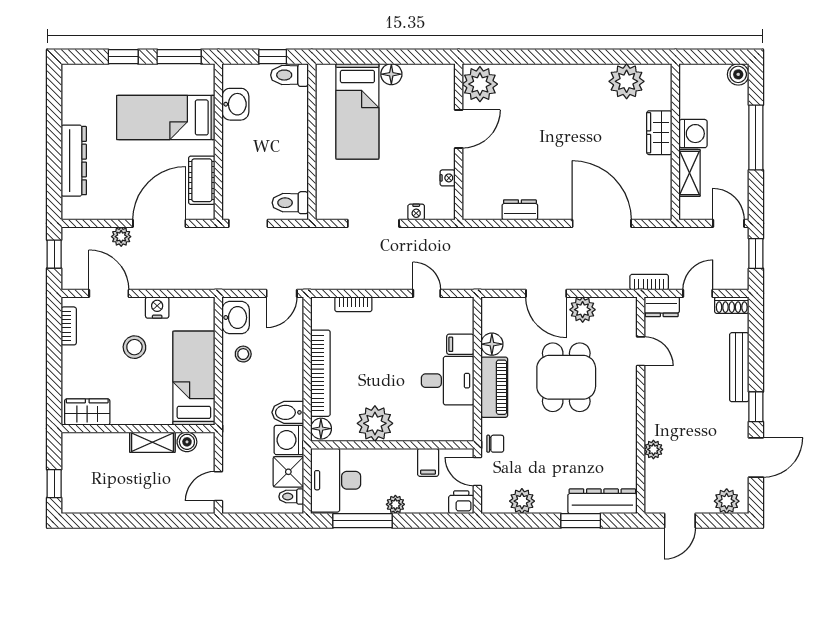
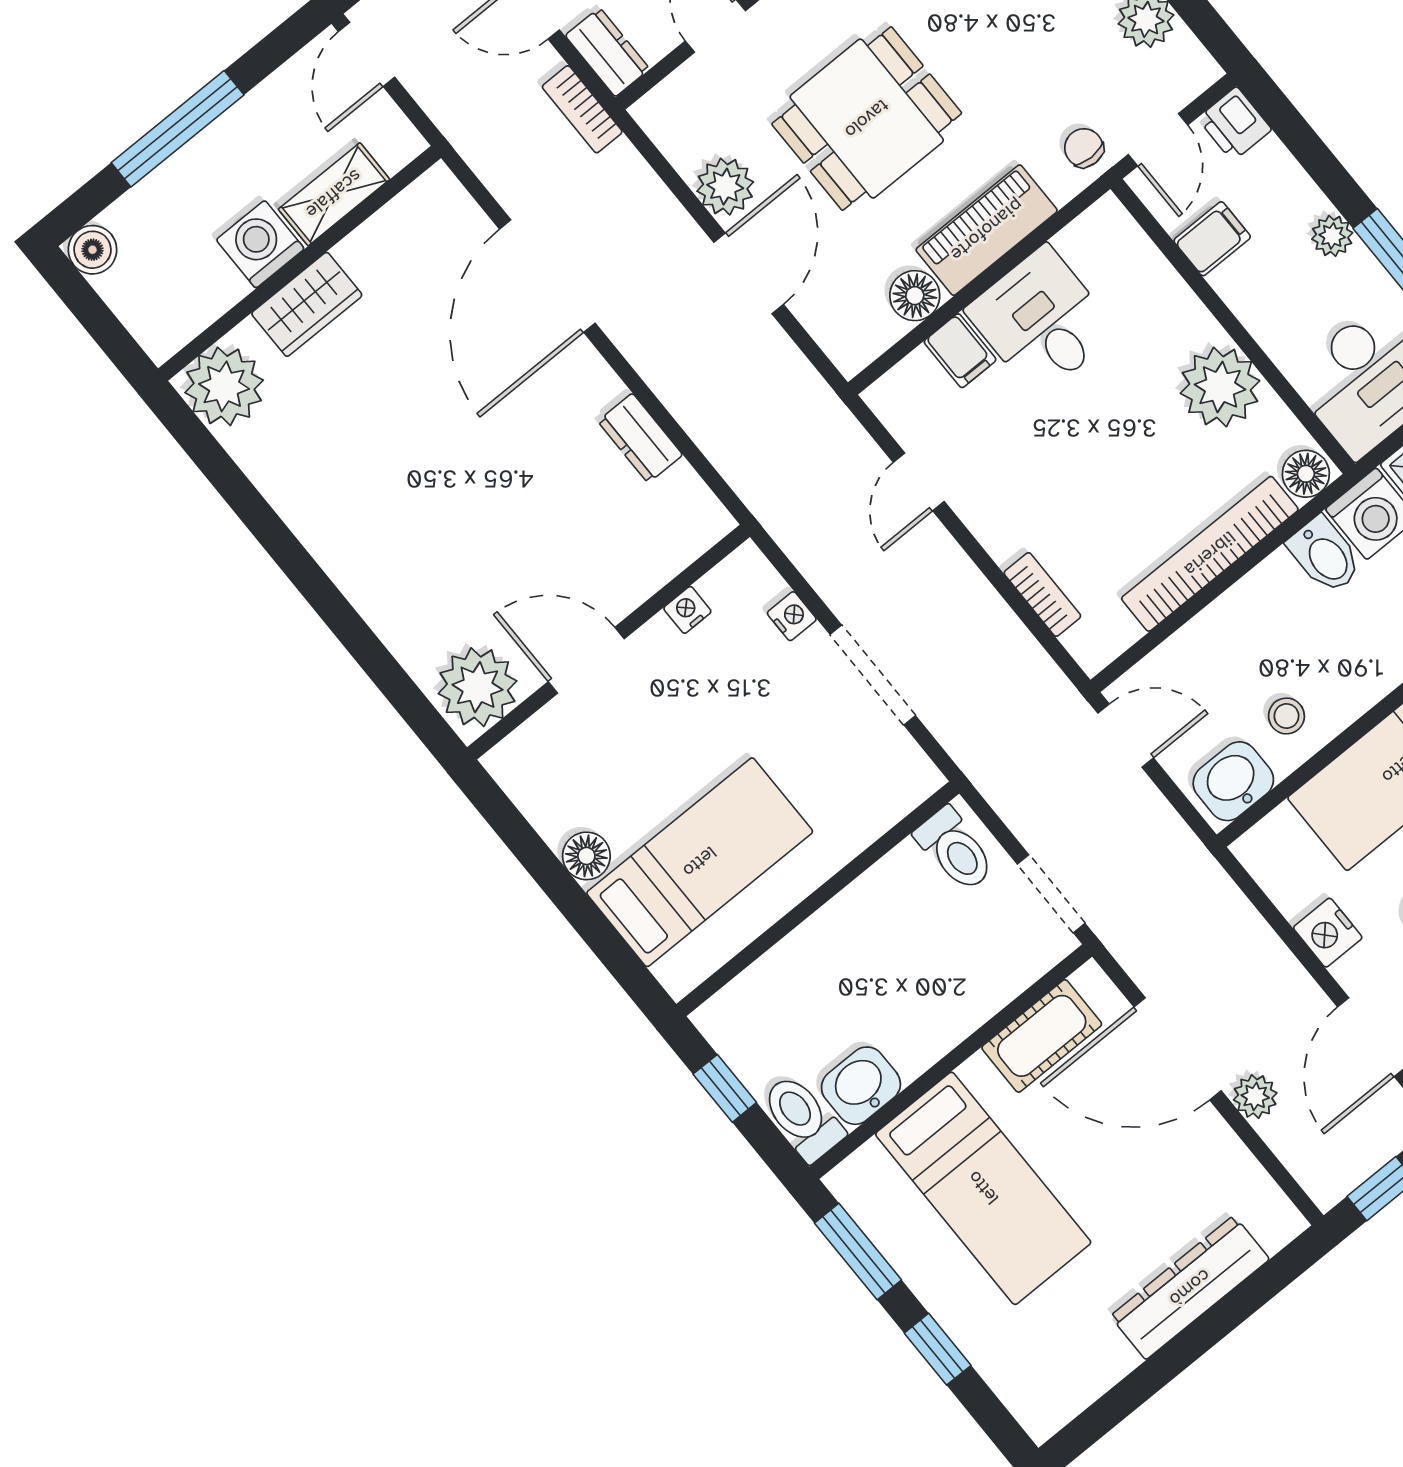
toilet: (289, 75) -> (802, 1118), moved, turned 180
plant: (627, 81) -> (224, 386), moved

